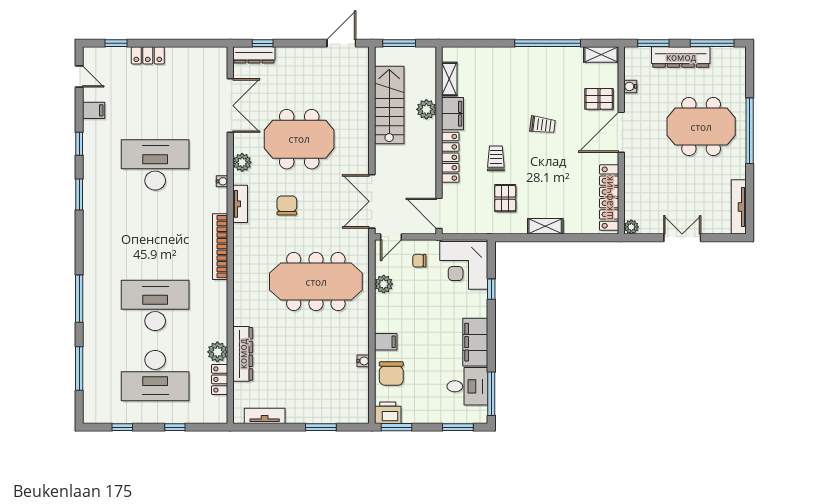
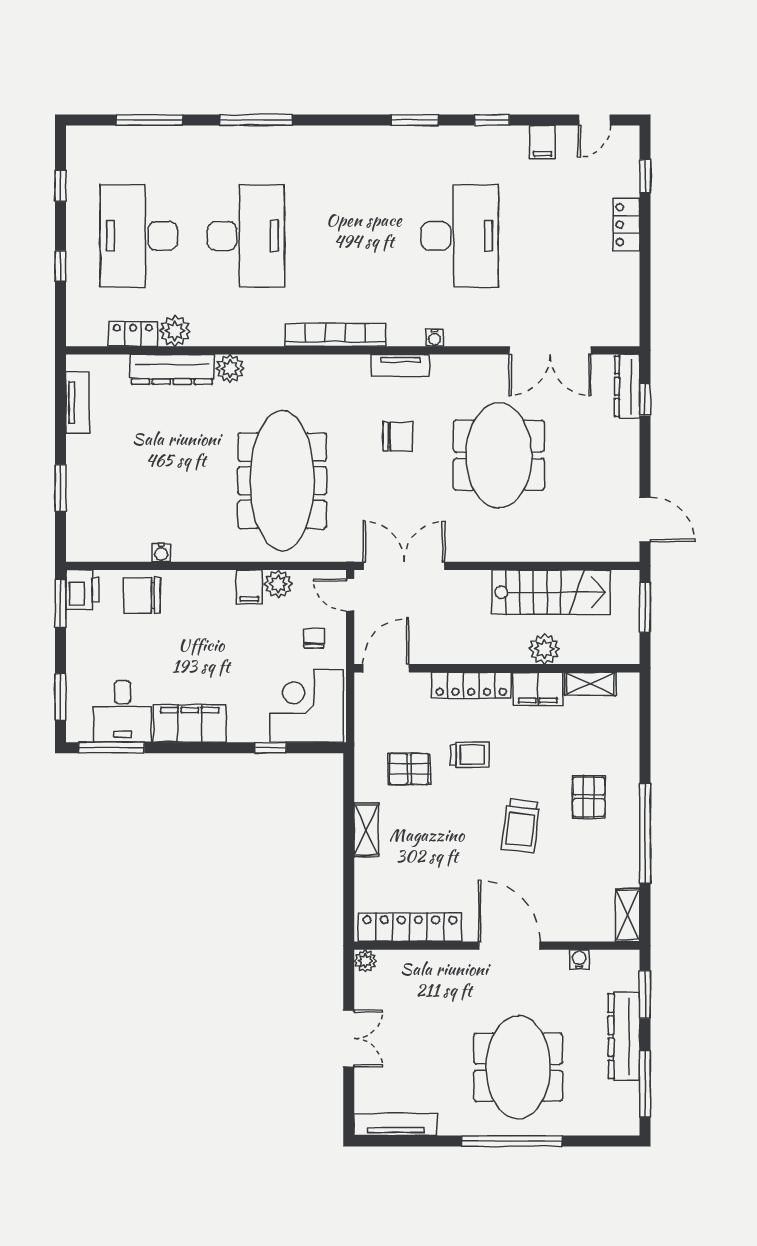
pallet: (599, 99) -> (589, 797), moved
trolley: (543, 125) -> (521, 826), width x1.36, depth x1.39
plant: (242, 162) -> (230, 368), moved
filing cabinet: (386, 342) -> (249, 587), moved

